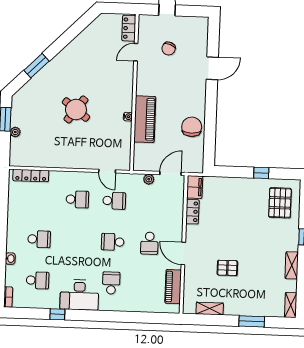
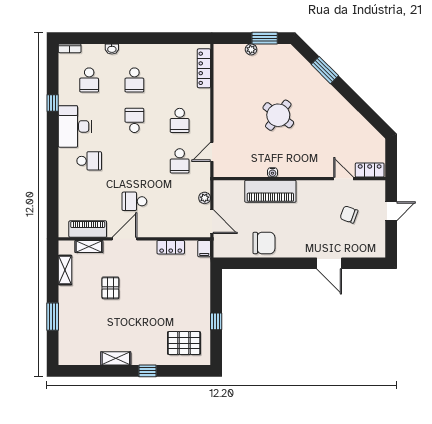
filing cabinet: (195, 187) -> (204, 249), width x0.50
school desk: (113, 242) -> (134, 120), moved
shelving: (291, 305) -> (89, 246), moved

